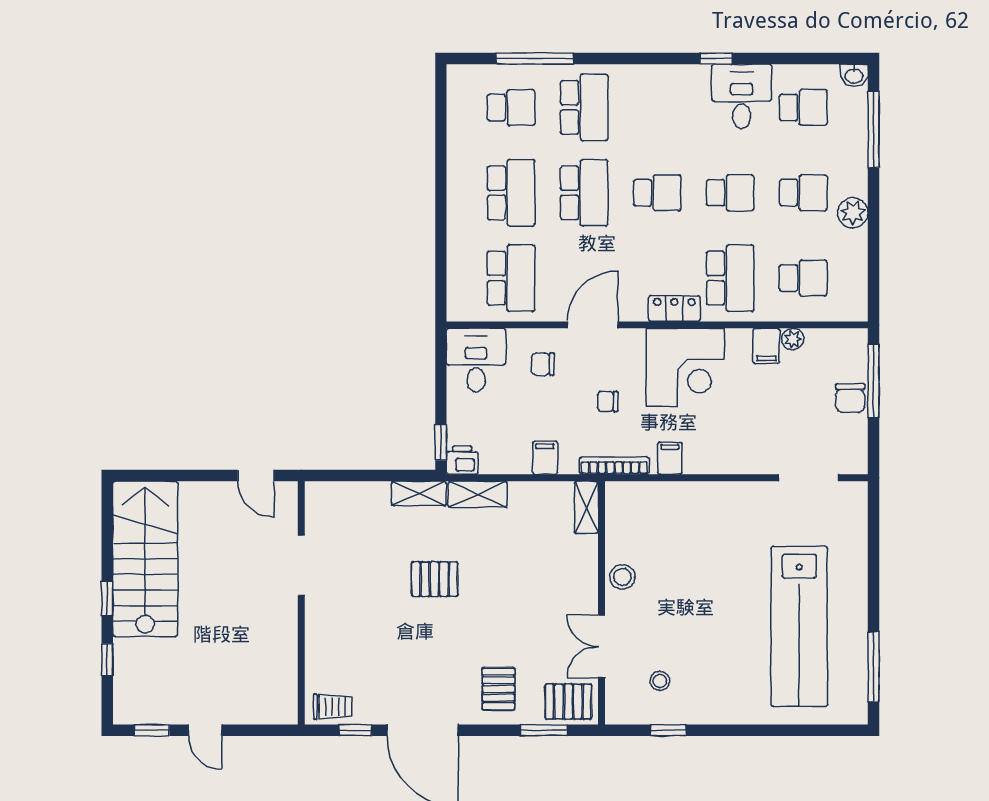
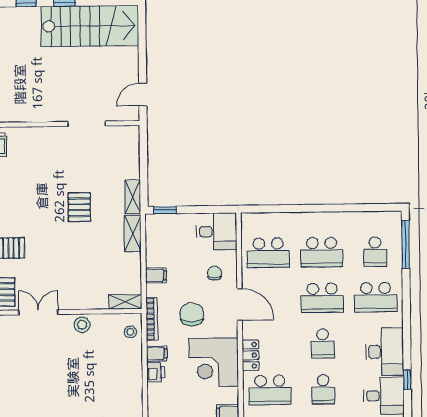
window: (535, 59) -> (406, 244), moved
desk: (671, 94) -> (385, 352), added
chair: (608, 401) -> (192, 314), width x1.87, depth x1.87
printer: (462, 460) -> (156, 372), moved
stool: (660, 681) -> (130, 332), moved

